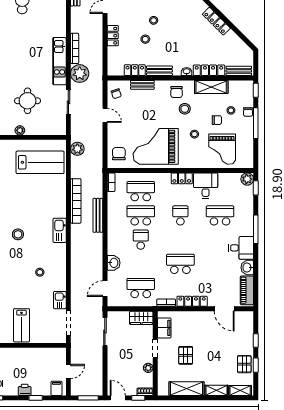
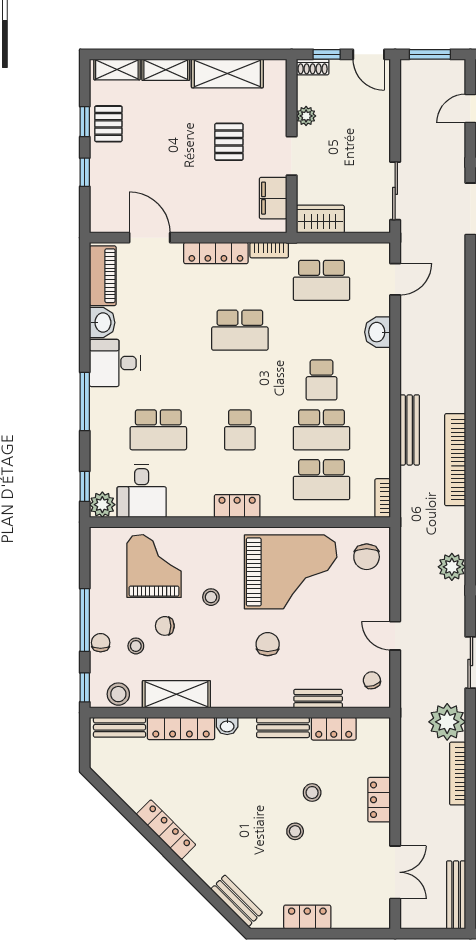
chair: (177, 92) -> (268, 644), moved
stool: (185, 109) -> (118, 694), moved
desk: (206, 186) -> (142, 491), moved

